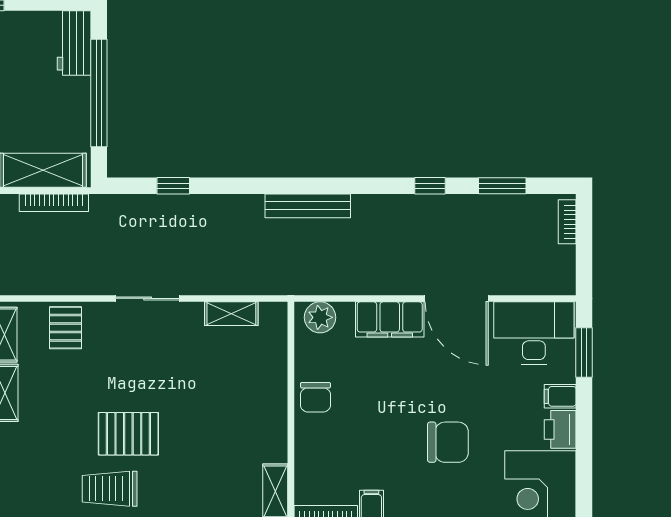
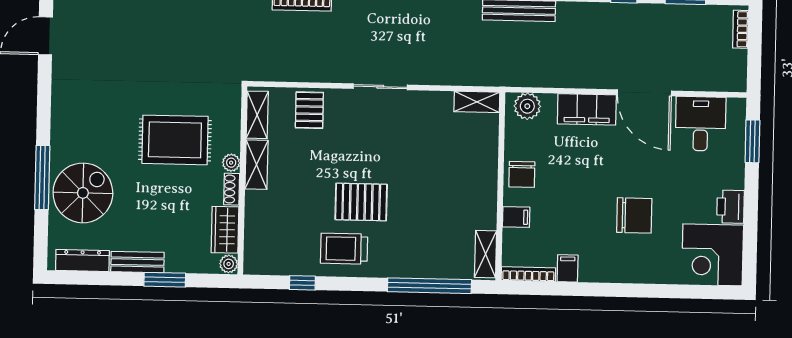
shelving: (231, 314) -> (477, 102), moved
desk: (534, 333) -> (701, 124), width x0.73
filing cabinet: (560, 396) -> (516, 217), moved, turned 180

